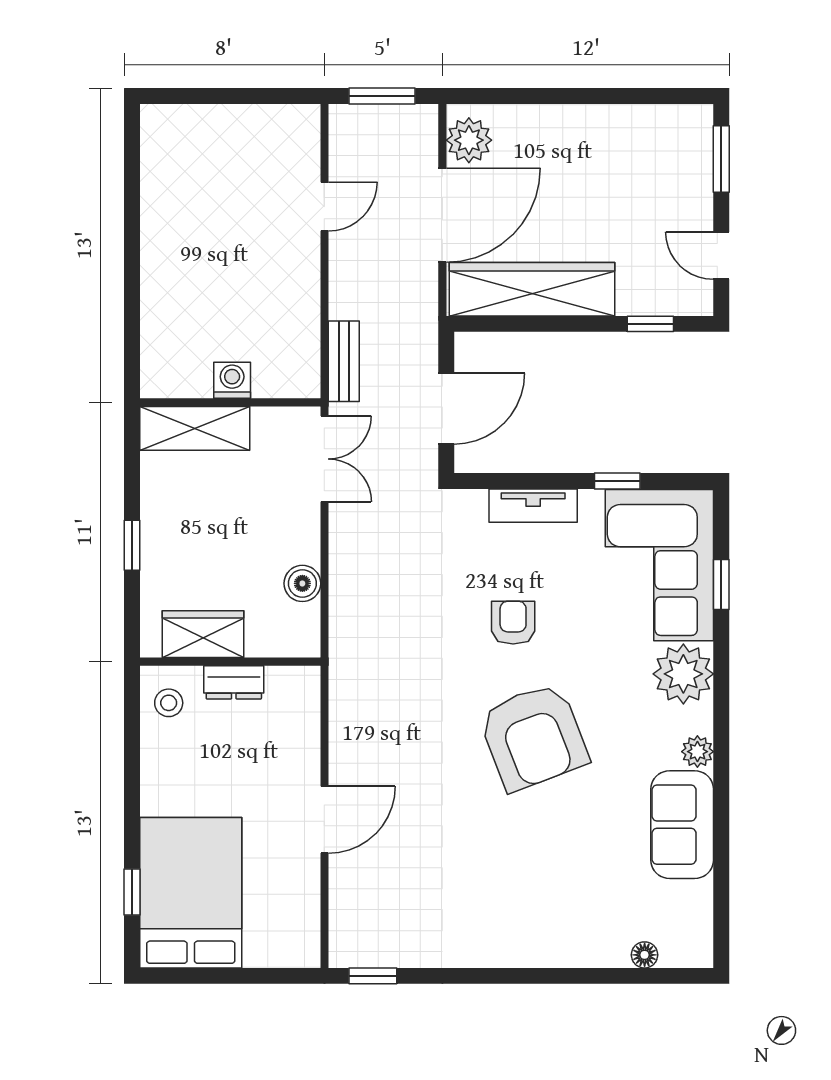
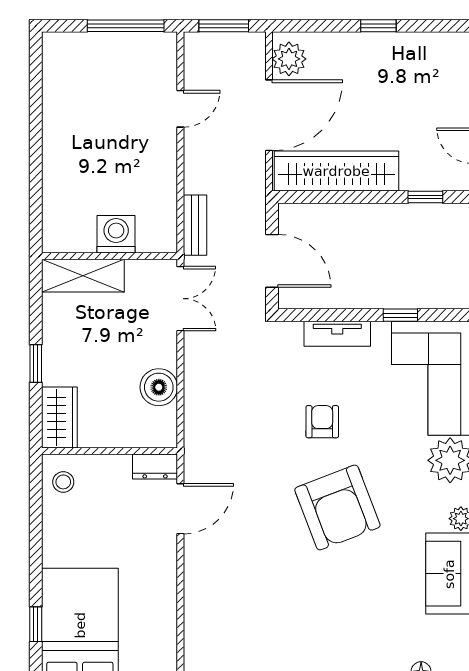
window: (252, 96) -> (126, 26), added
window: (588, 96) -> (378, 26), added
washing machine: (232, 380) -> (116, 234), width x1.38, depth x1.38
door: (446, 409) -> (272, 261), hinge flipped
boiler: (302, 583) -> (159, 387), width x1.36, depth x1.36
wardrobe: (203, 634) -> (59, 417), moved, turned 90
dresser: (234, 682) -> (155, 467), moved
door: (324, 820) -> (180, 509), moved

